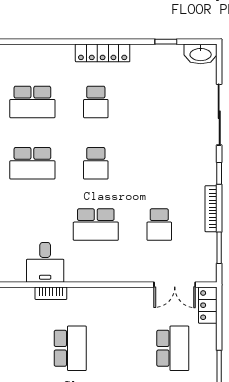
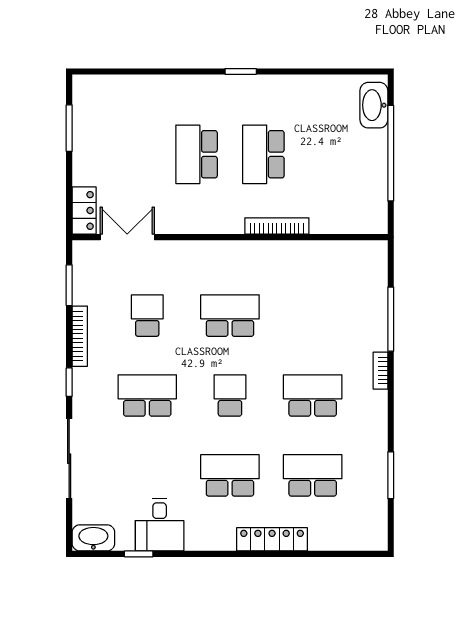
locker: (103, 53) -> (272, 539), moved
school desk: (96, 102) -> (230, 475), width x1.85
school desk: (159, 163) -> (147, 395), added
desk: (45, 262) -> (160, 525), moved, turned 180
bookcase: (51, 293) -> (277, 226), width x1.56
school desk: (173, 348) -> (197, 154), moved

